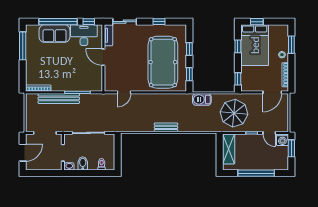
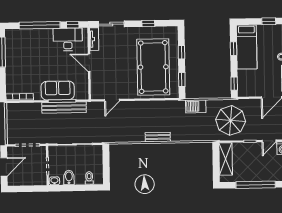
window: (257, 22) -> (269, 21), moved
sofa: (54, 33) -> (58, 91), moved, turned 180
bed: (255, 45) -> (247, 47), width x0.67
bench: (59, 98) -> (64, 108), moved
door: (269, 133) -> (269, 141), hinge flipped

